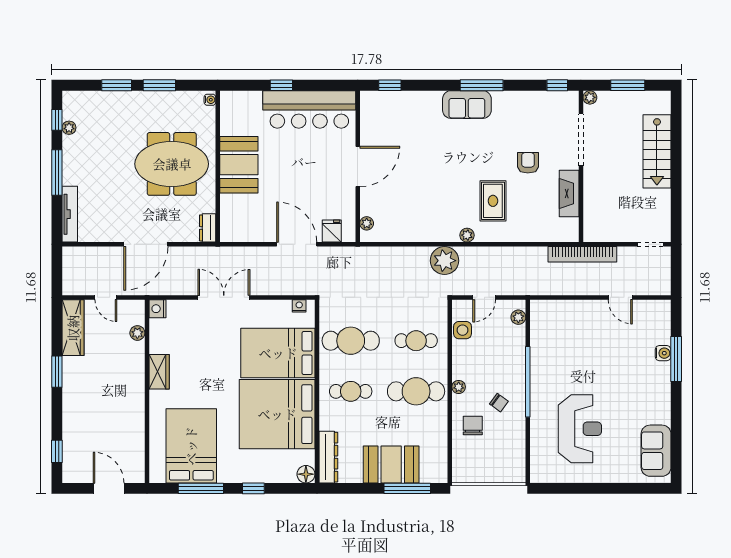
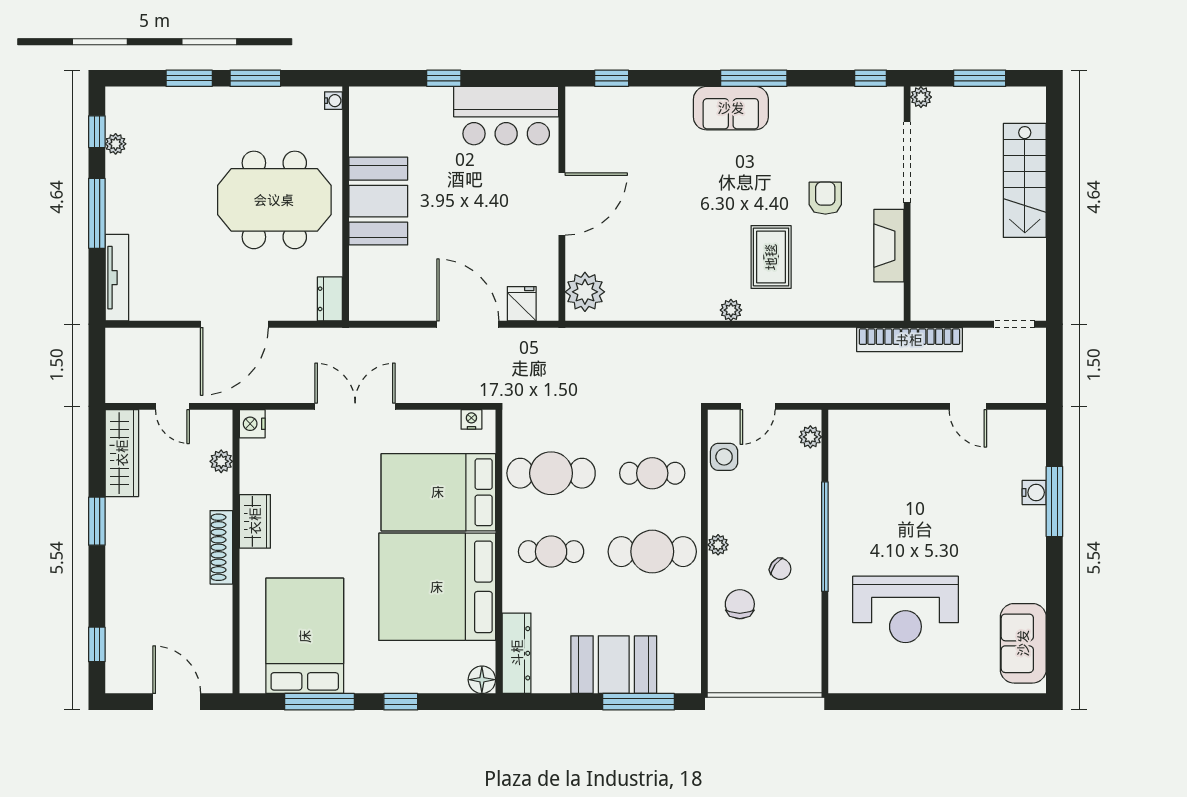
bar counter: (309, 109) -> (506, 116), width x0.73
plant: (367, 223) -> (585, 292), width x1.87, depth x1.87
plant: (445, 261) -> (696, 349), removed
shoe rack: (137, 389) -> (221, 547), added
reception desk: (580, 429) -> (905, 609), turned 90

